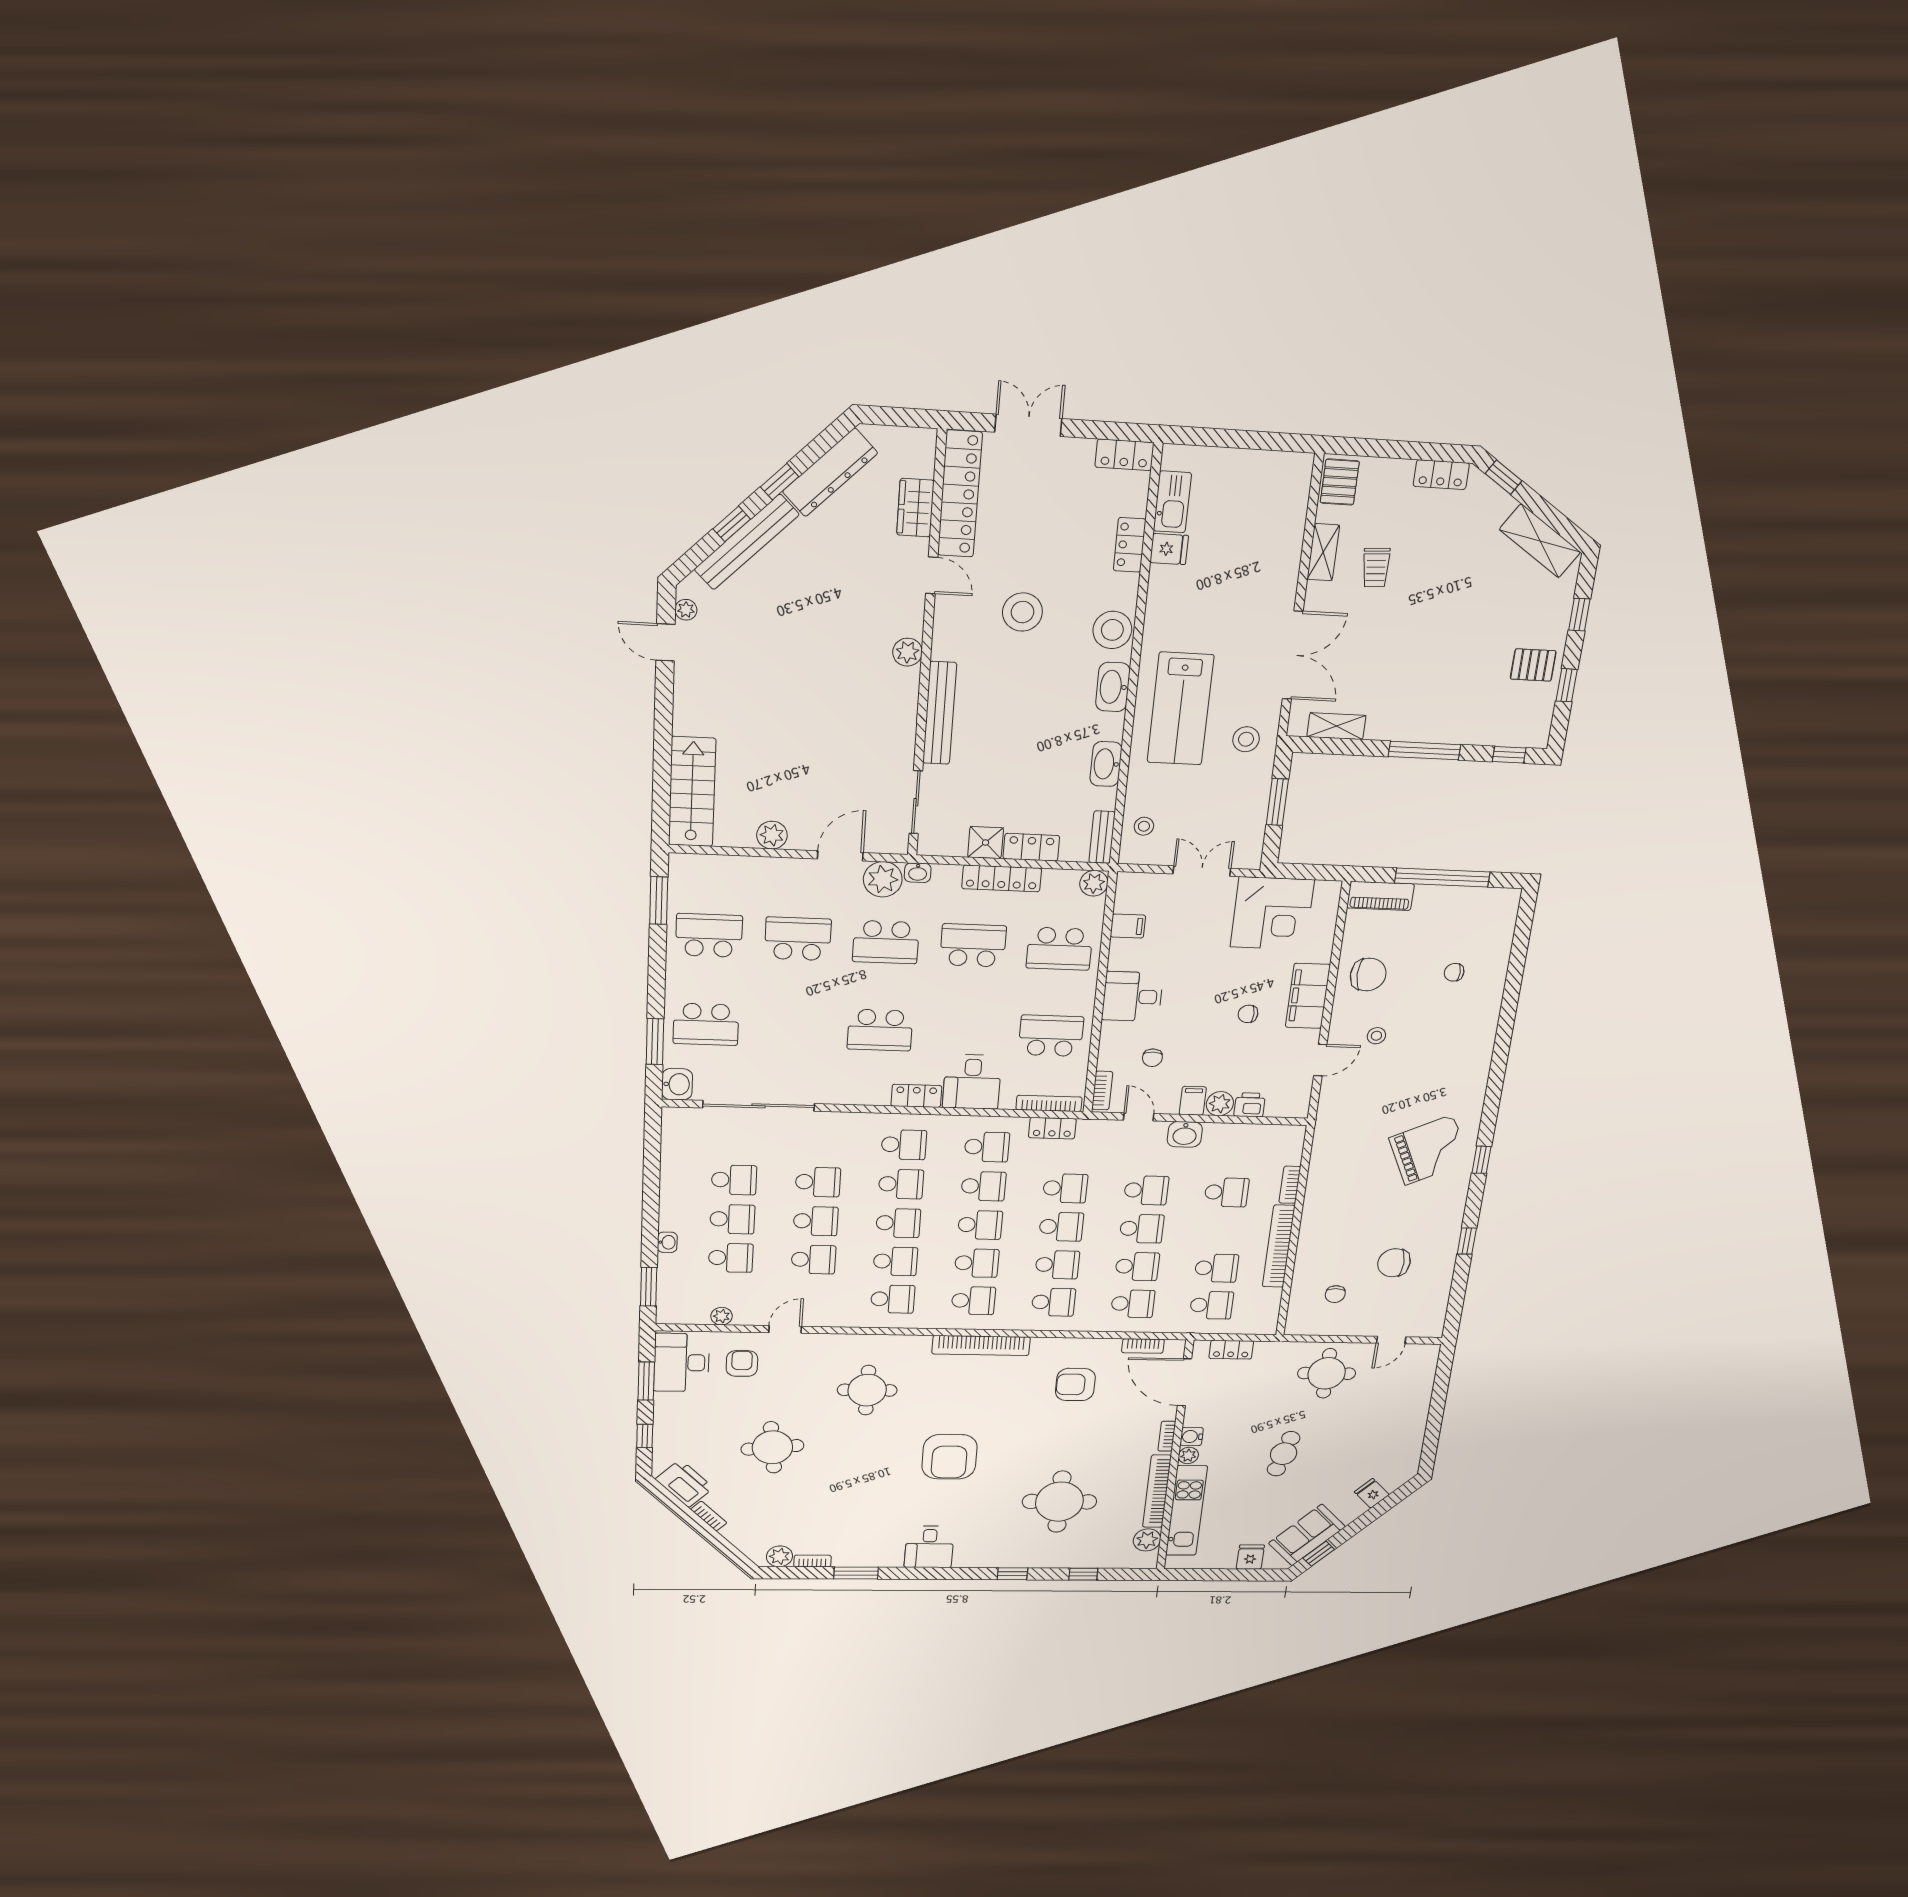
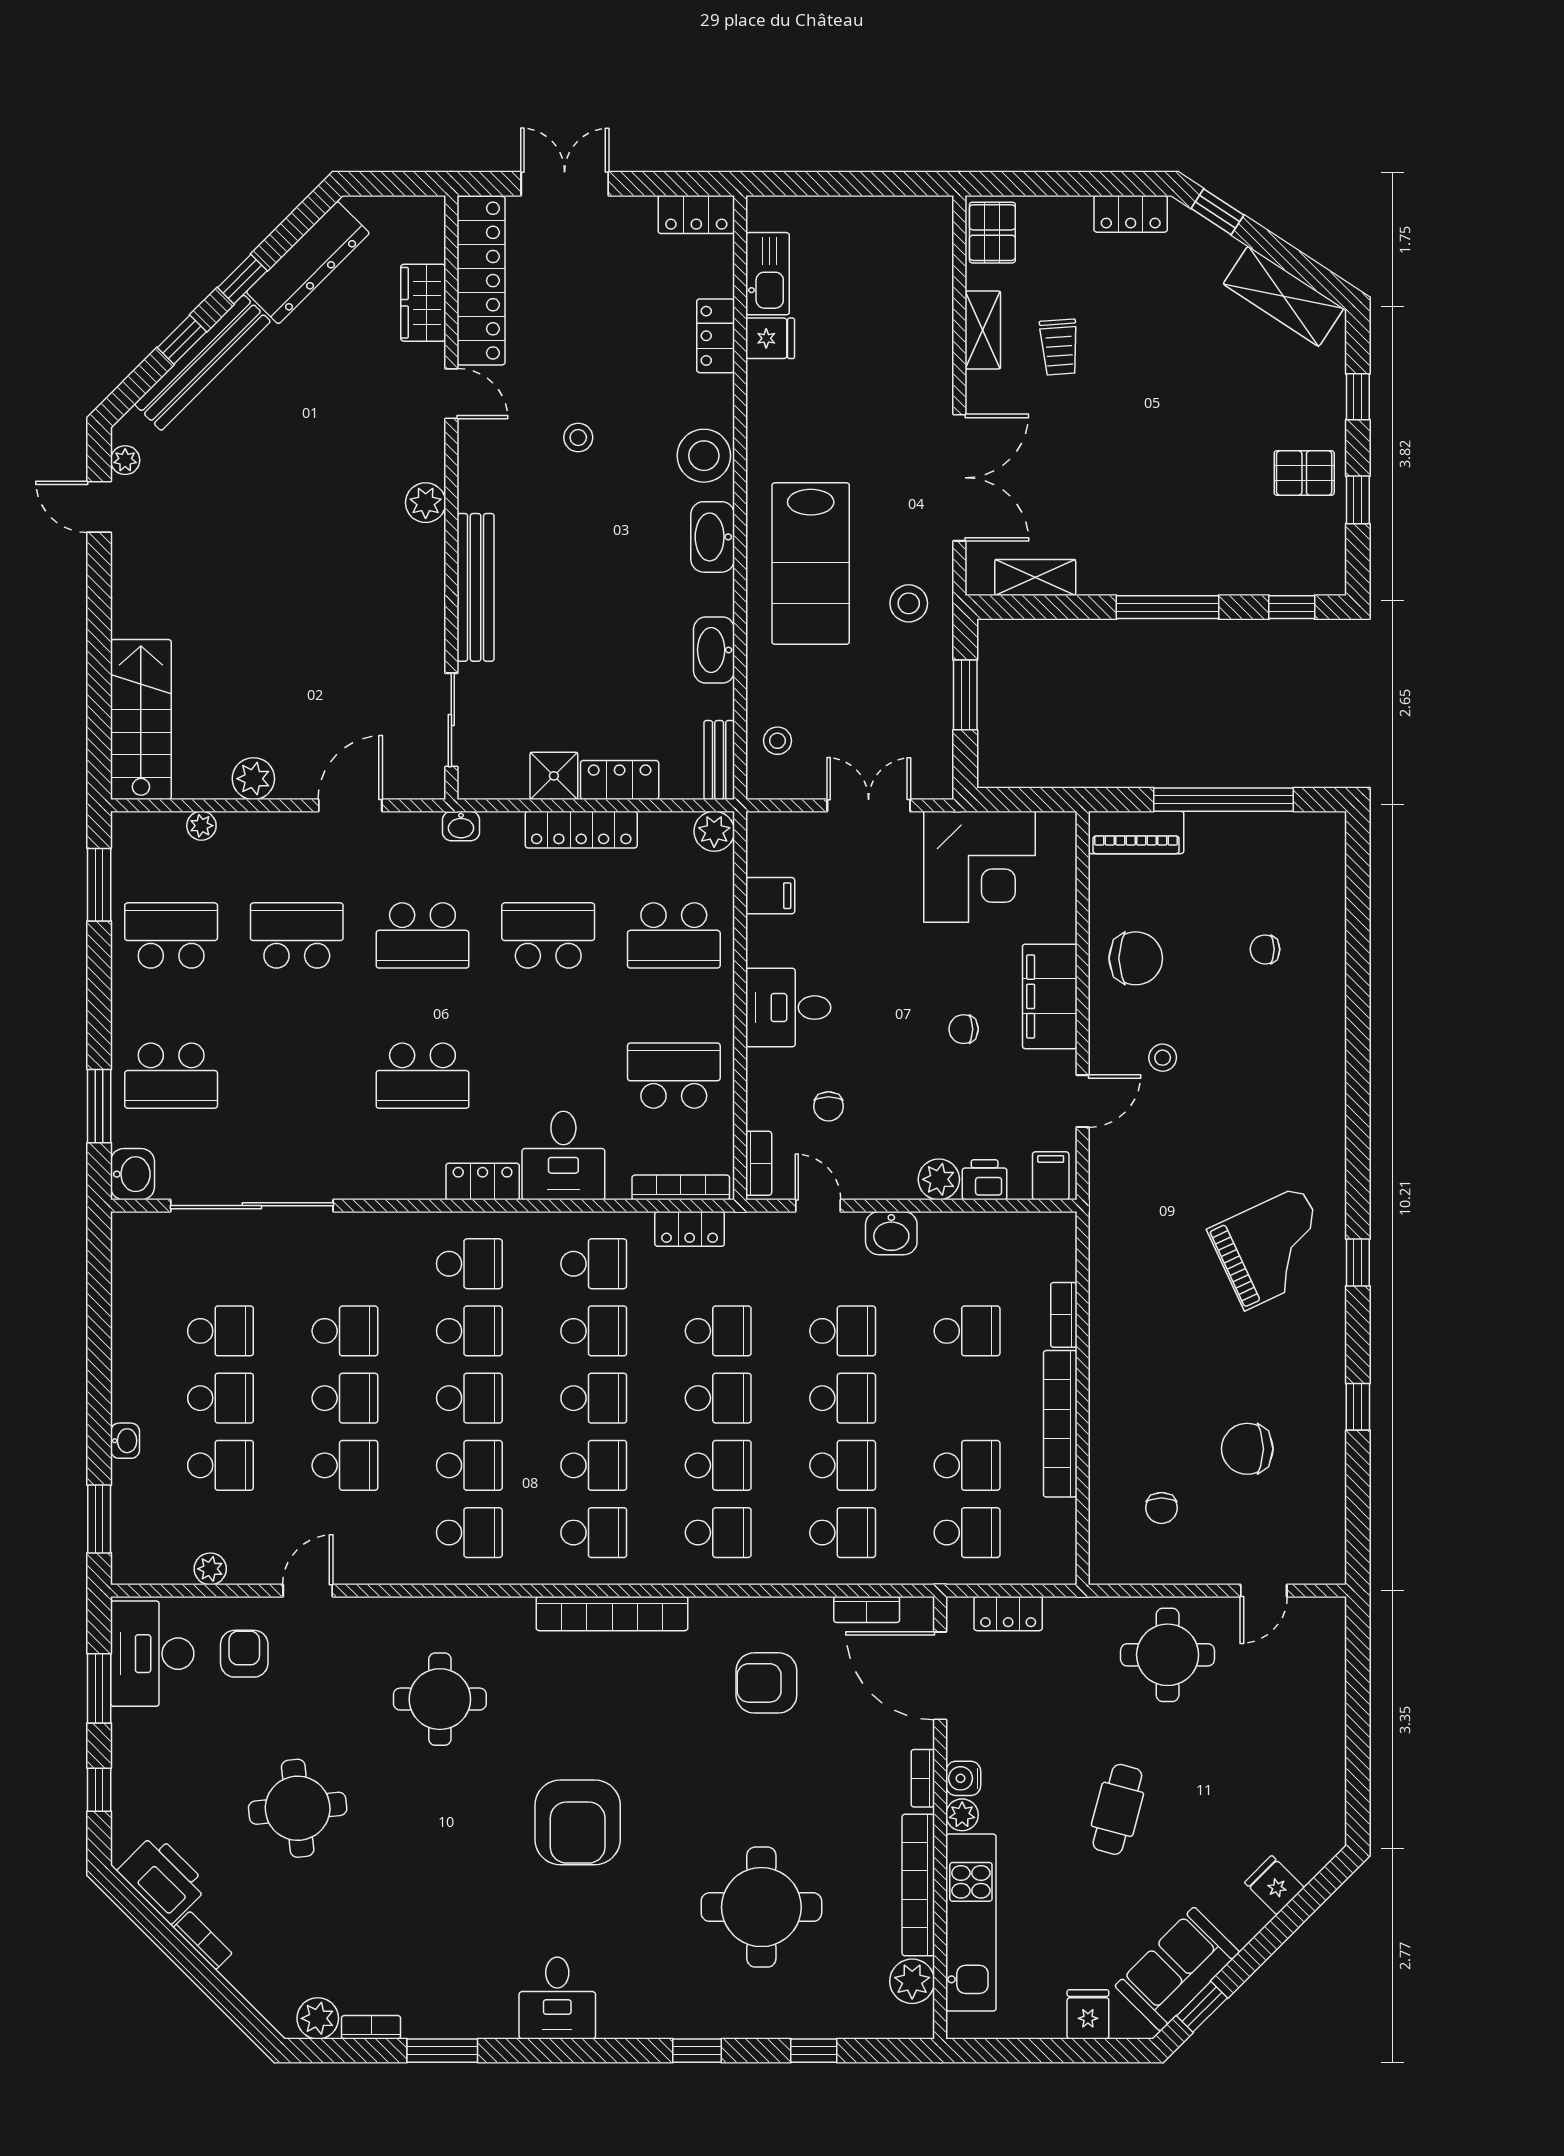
stool: (1022, 612) -> (578, 437), width x0.53, depth x0.53
plant: (883, 879) -> (201, 826), moved, width x0.53, depth x0.53
filing cabinet: (1193, 1101) -> (1051, 1176), moved

